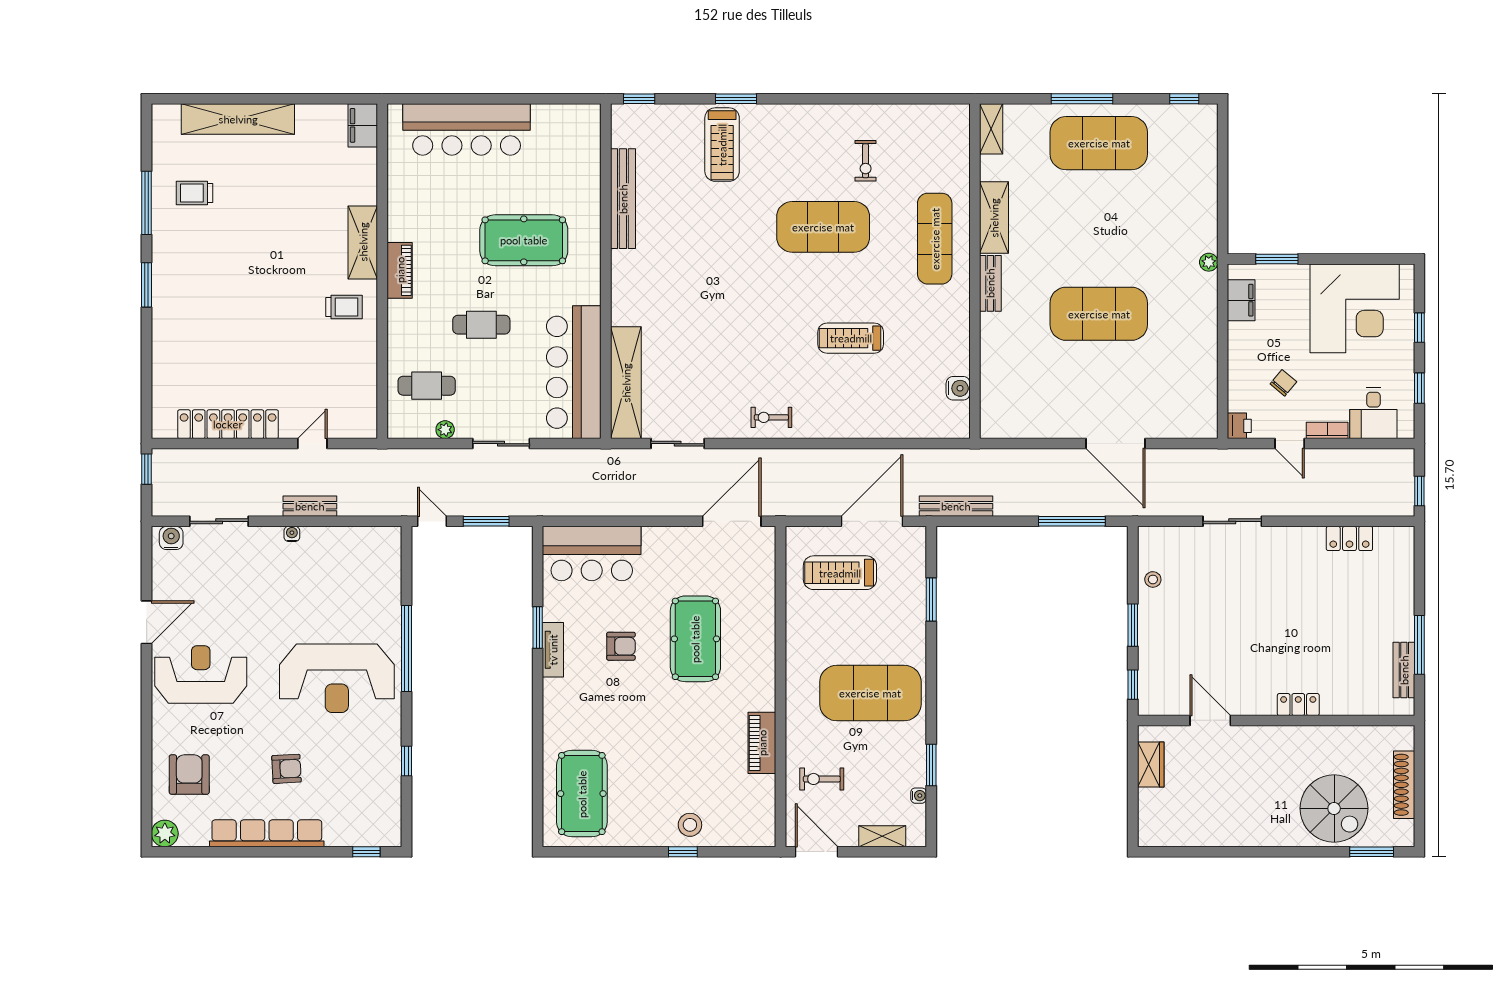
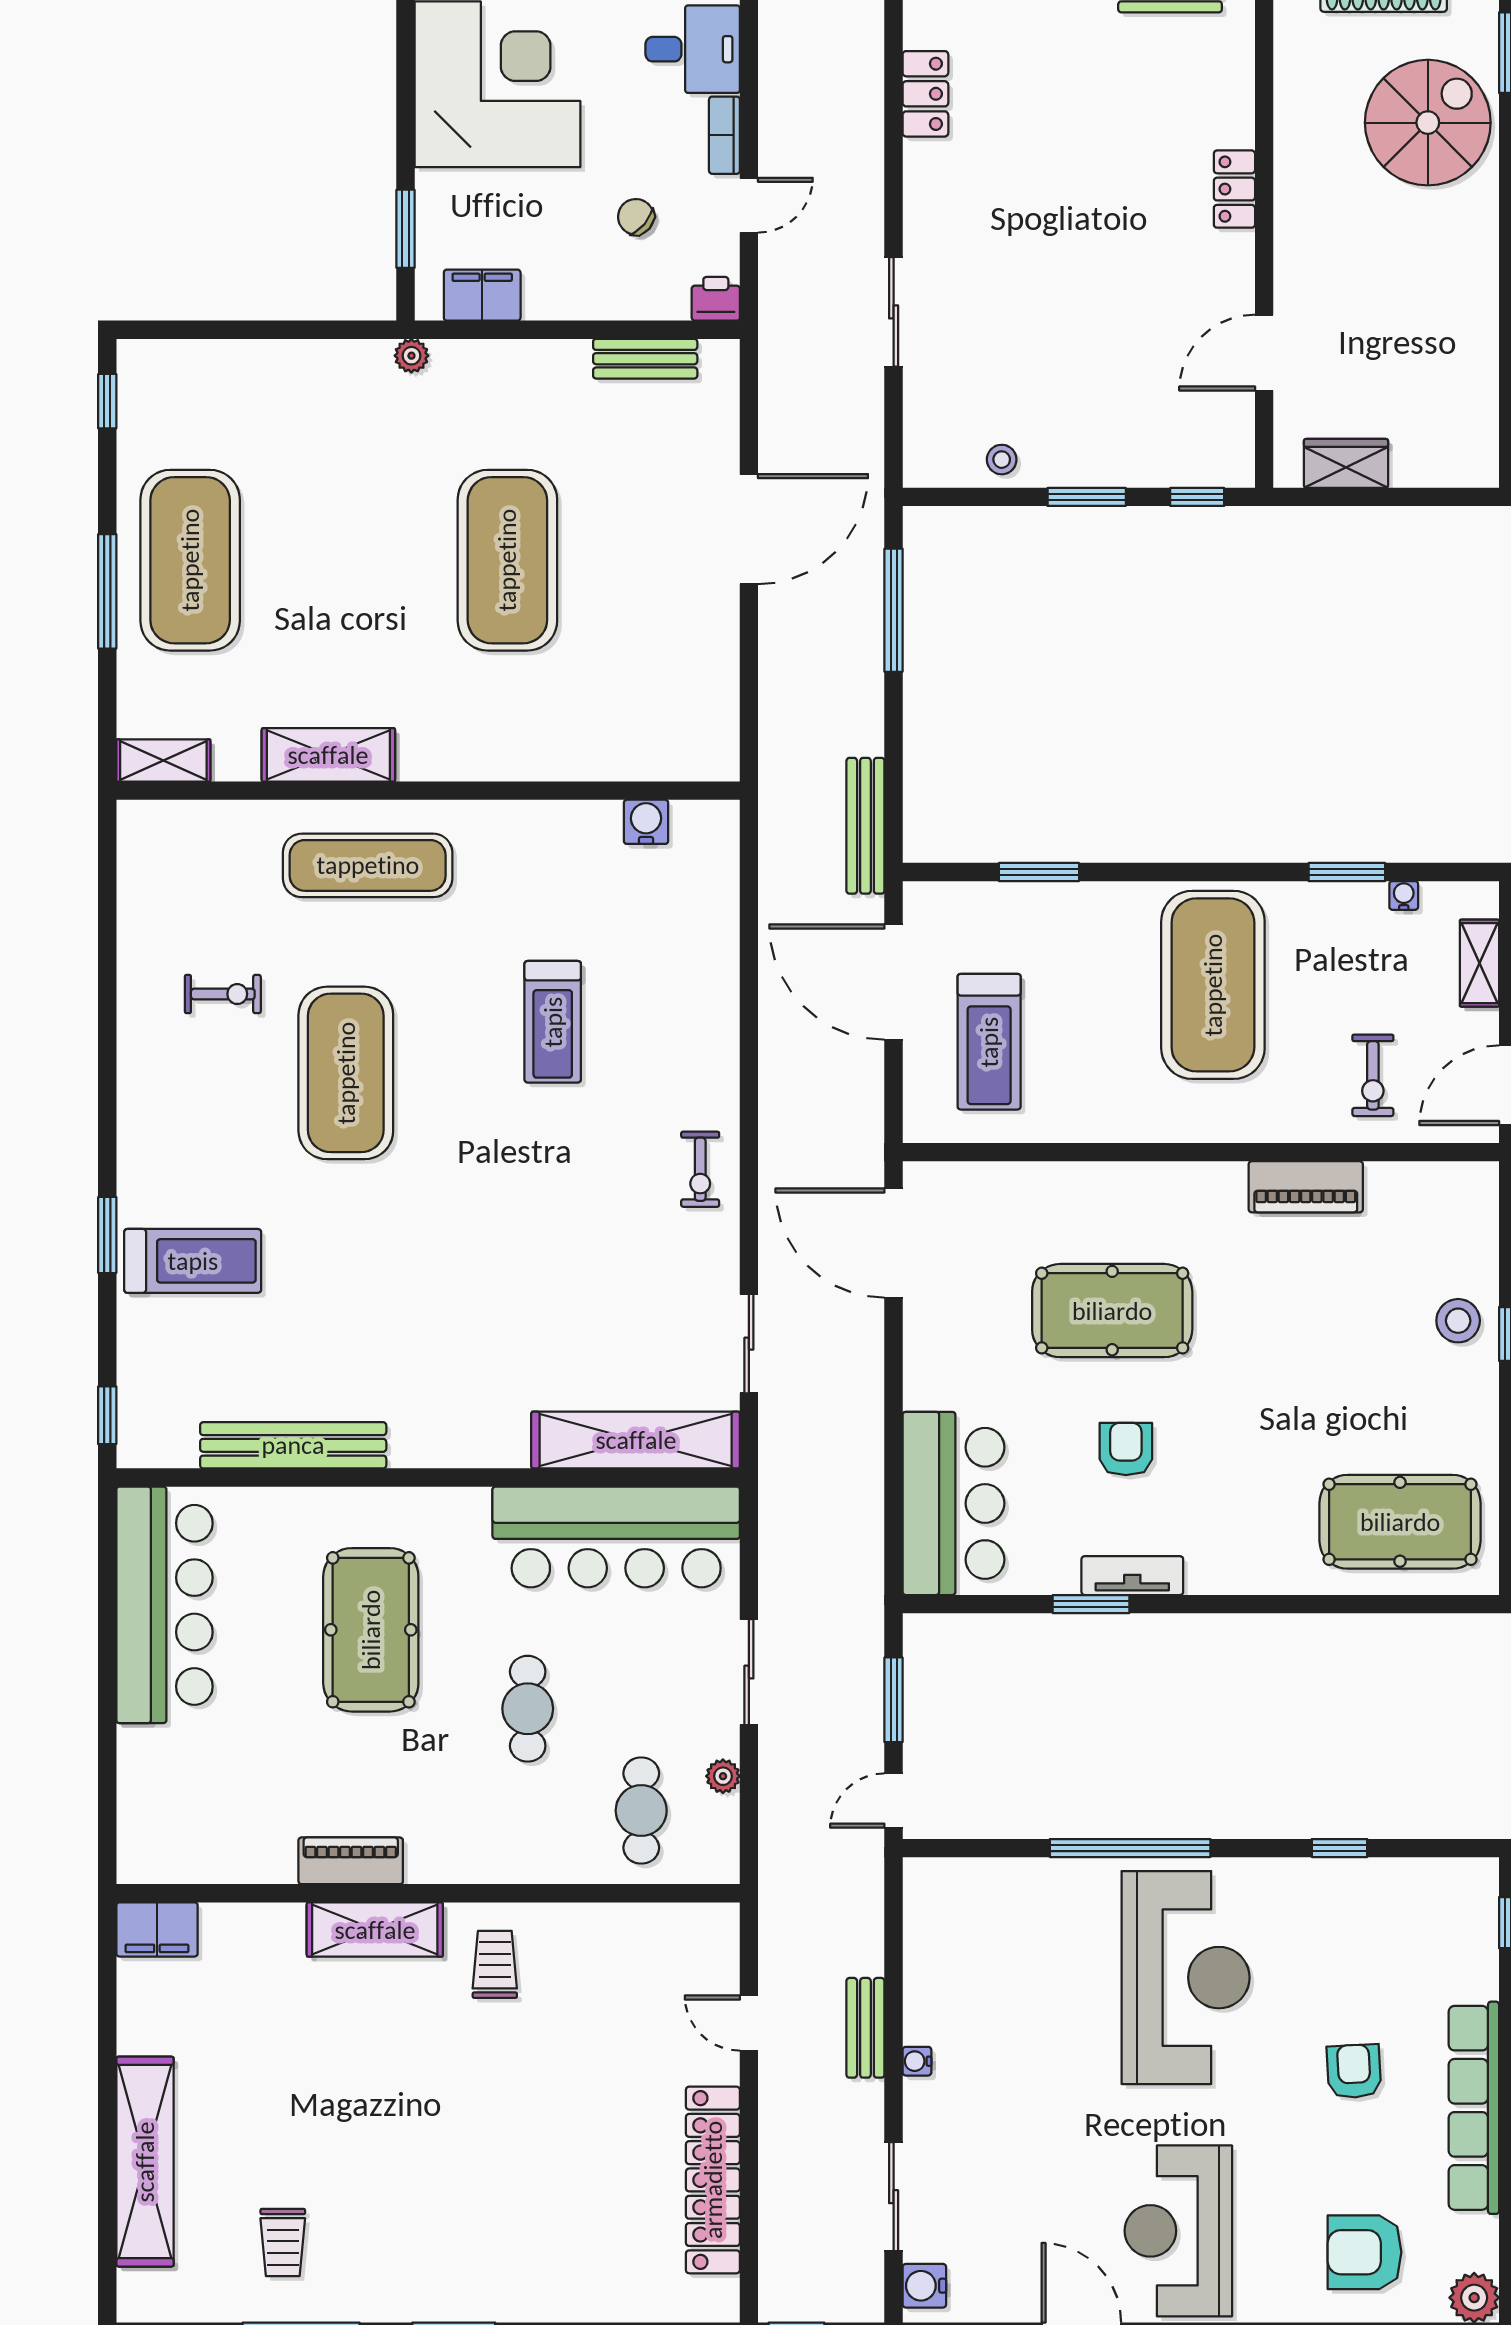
bar counter: (467, 129) -> (164, 1605), moved
piano: (400, 270) -> (351, 1861), moved
bench: (990, 283) -> (645, 359), moved

